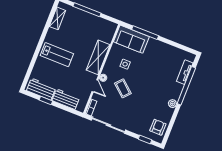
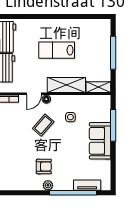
shelving: (57, 18) -> (98, 87), moved
sofa: (131, 39) -> (100, 141), moved
lab bench: (57, 55) -> (57, 50), moved, turned 90
armchair: (158, 127) -> (44, 167), moved

